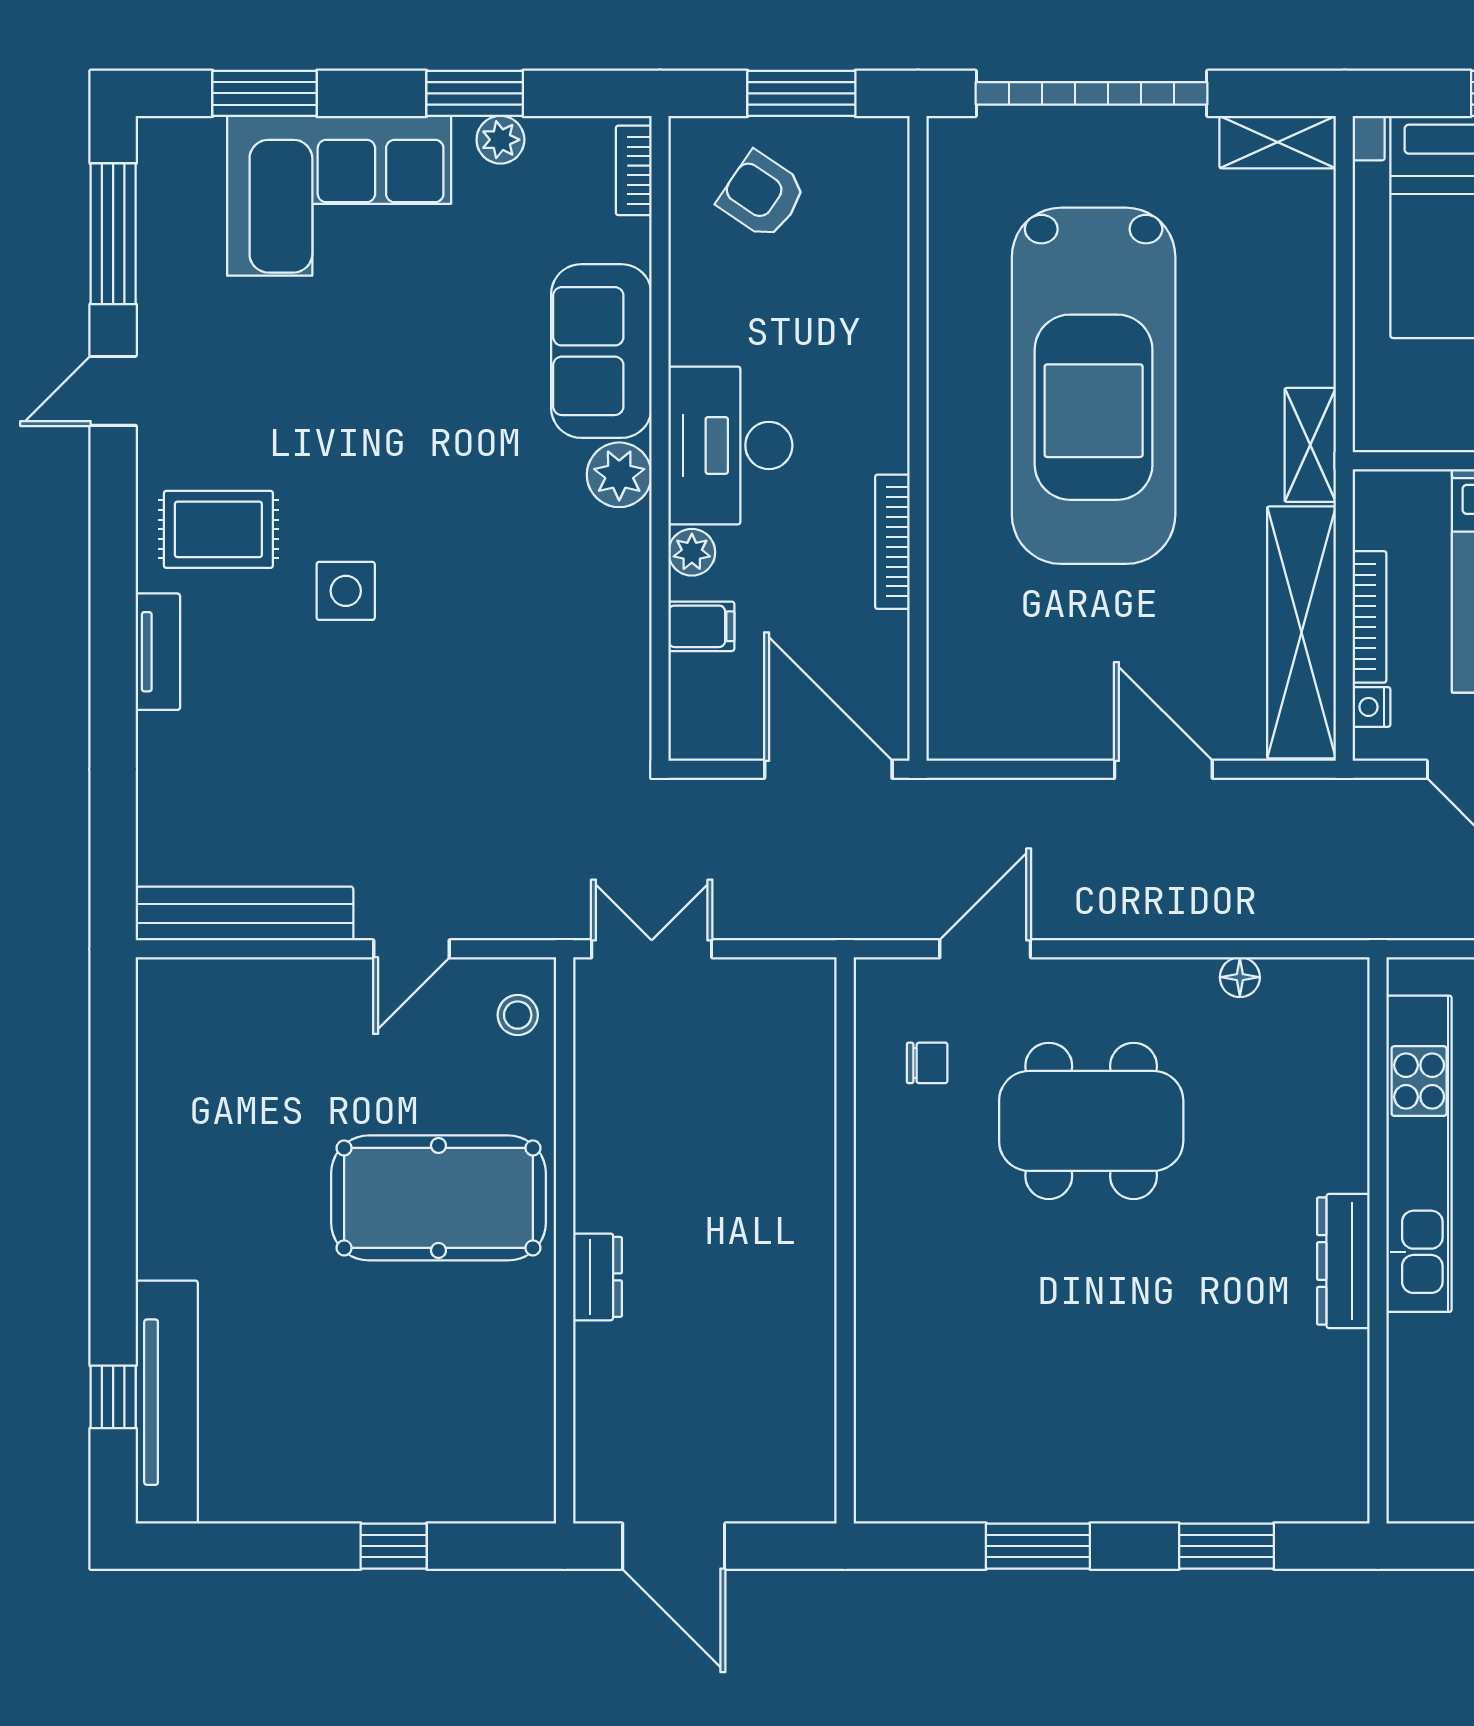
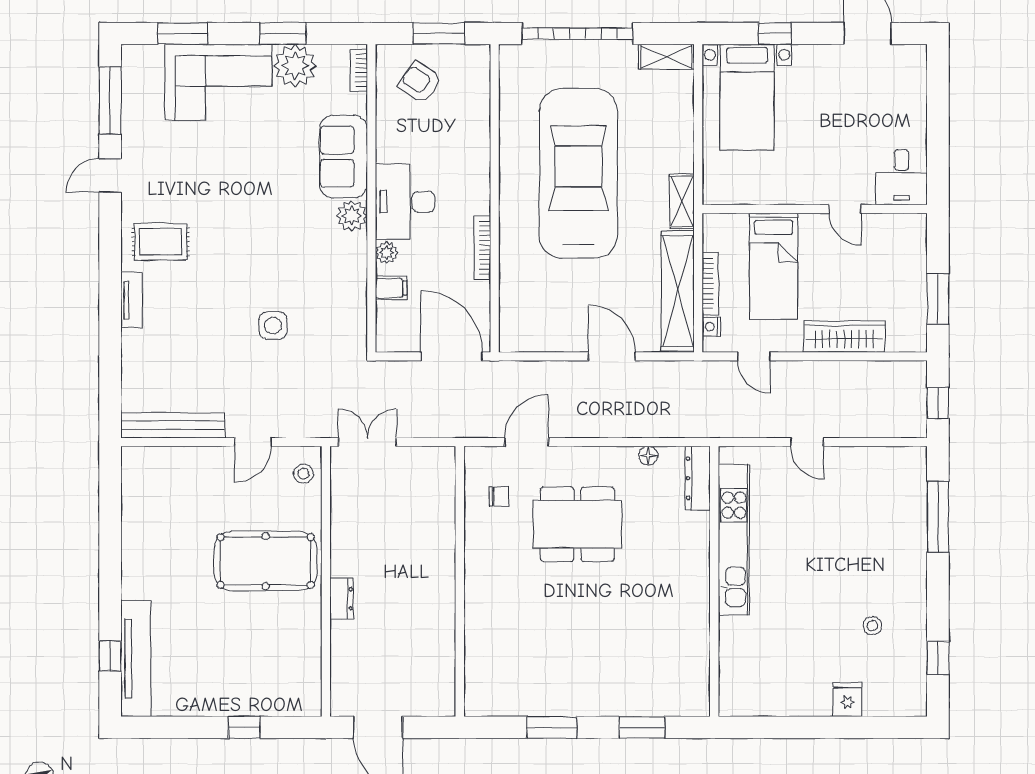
plant: (500, 140) -> (295, 66), width x1.88, depth x1.88
car: (1094, 386) -> (578, 173), turned 180
side table: (346, 591) -> (273, 325), moved
dresser: (1343, 1261) -> (698, 478), moved

